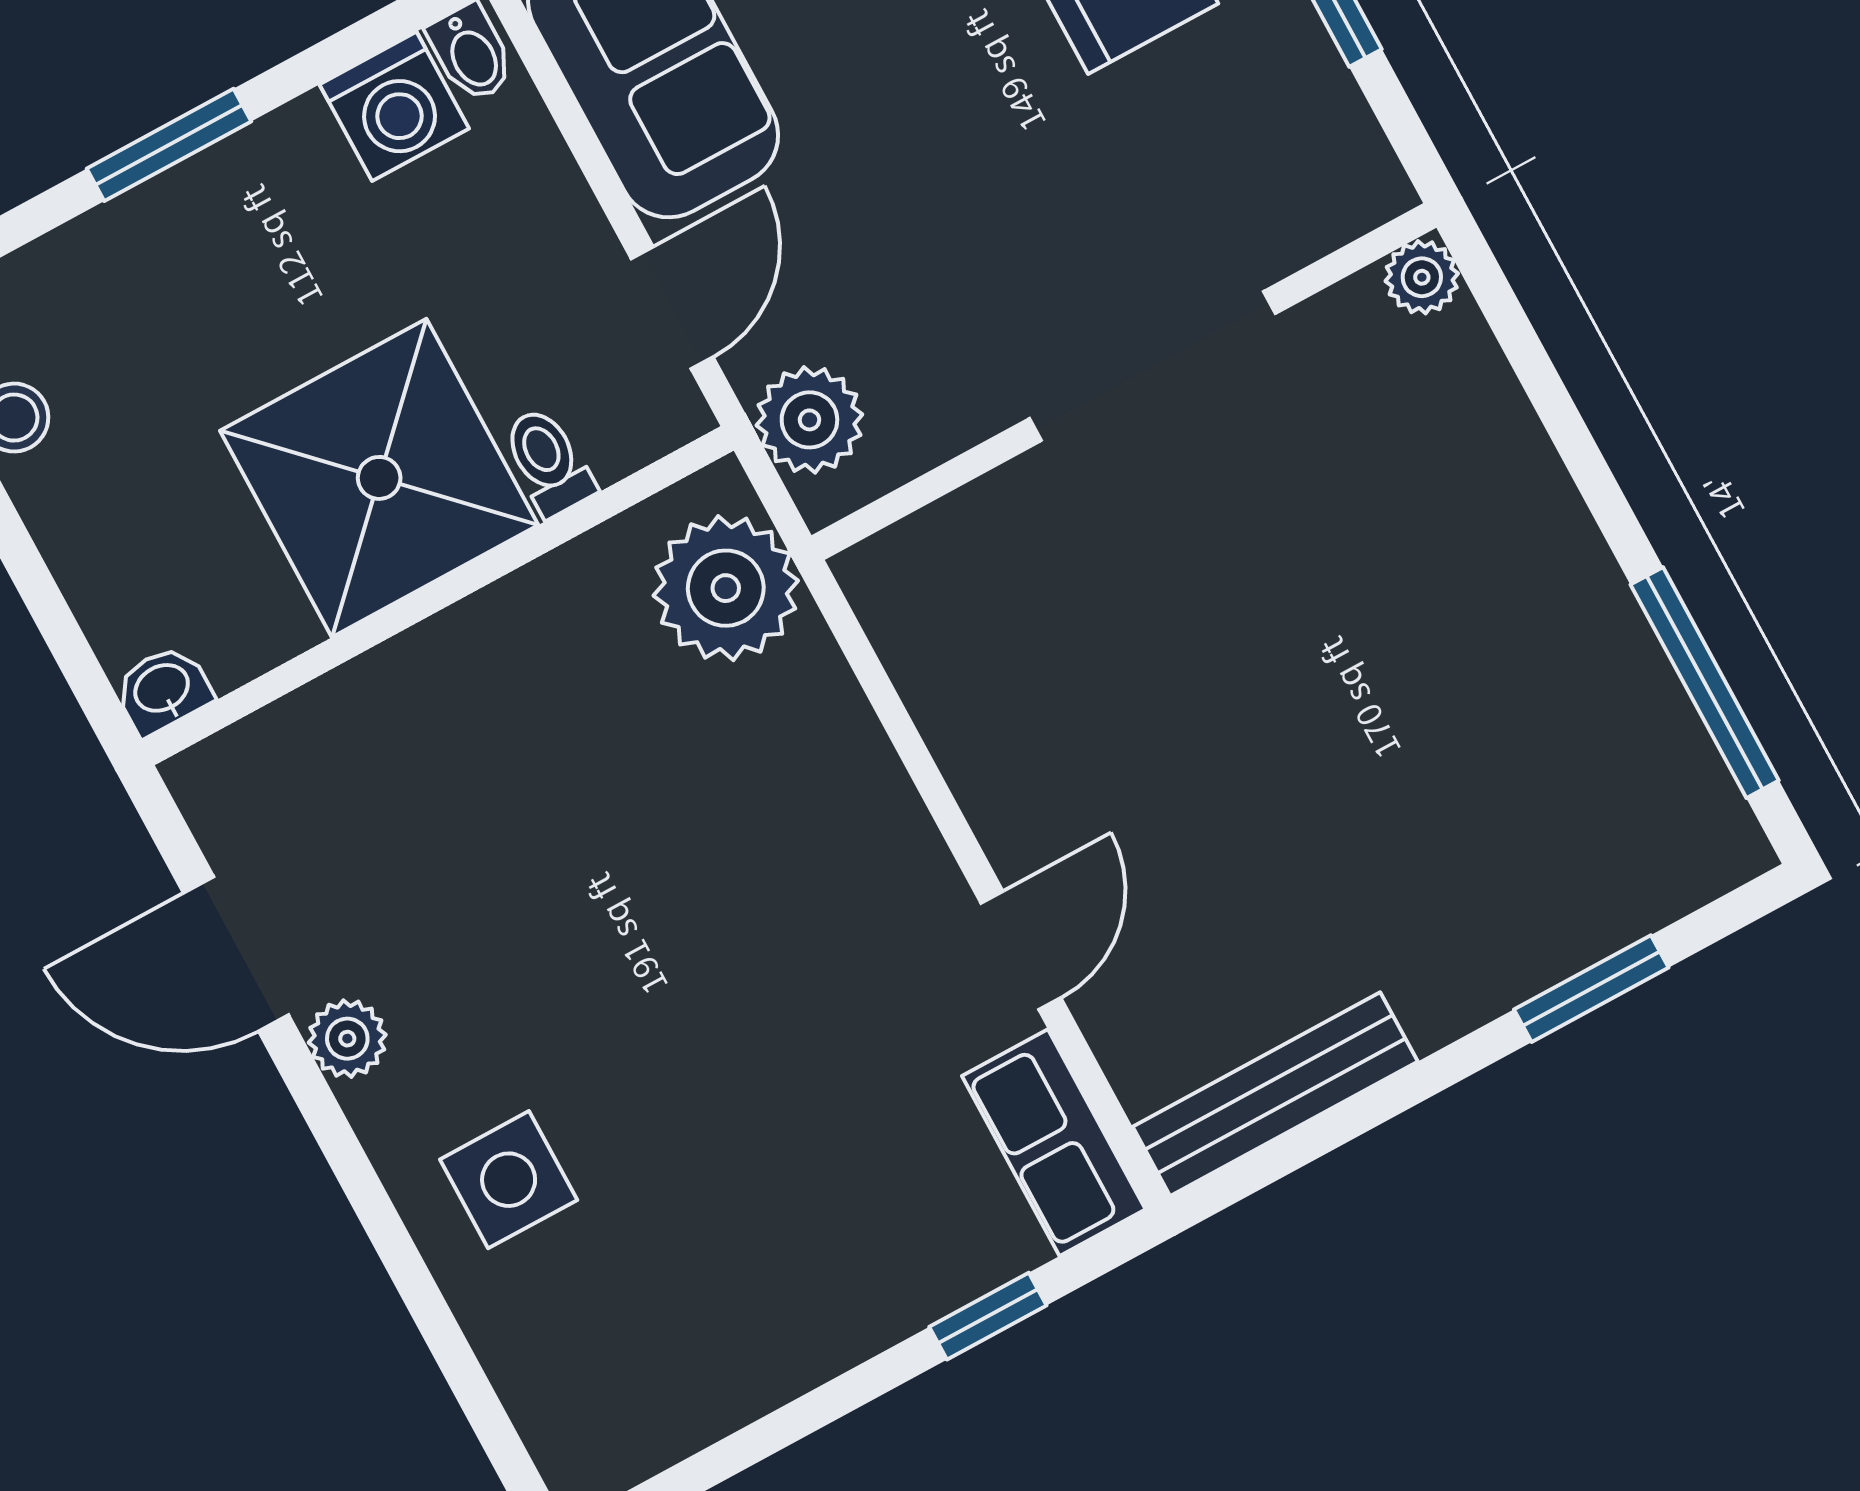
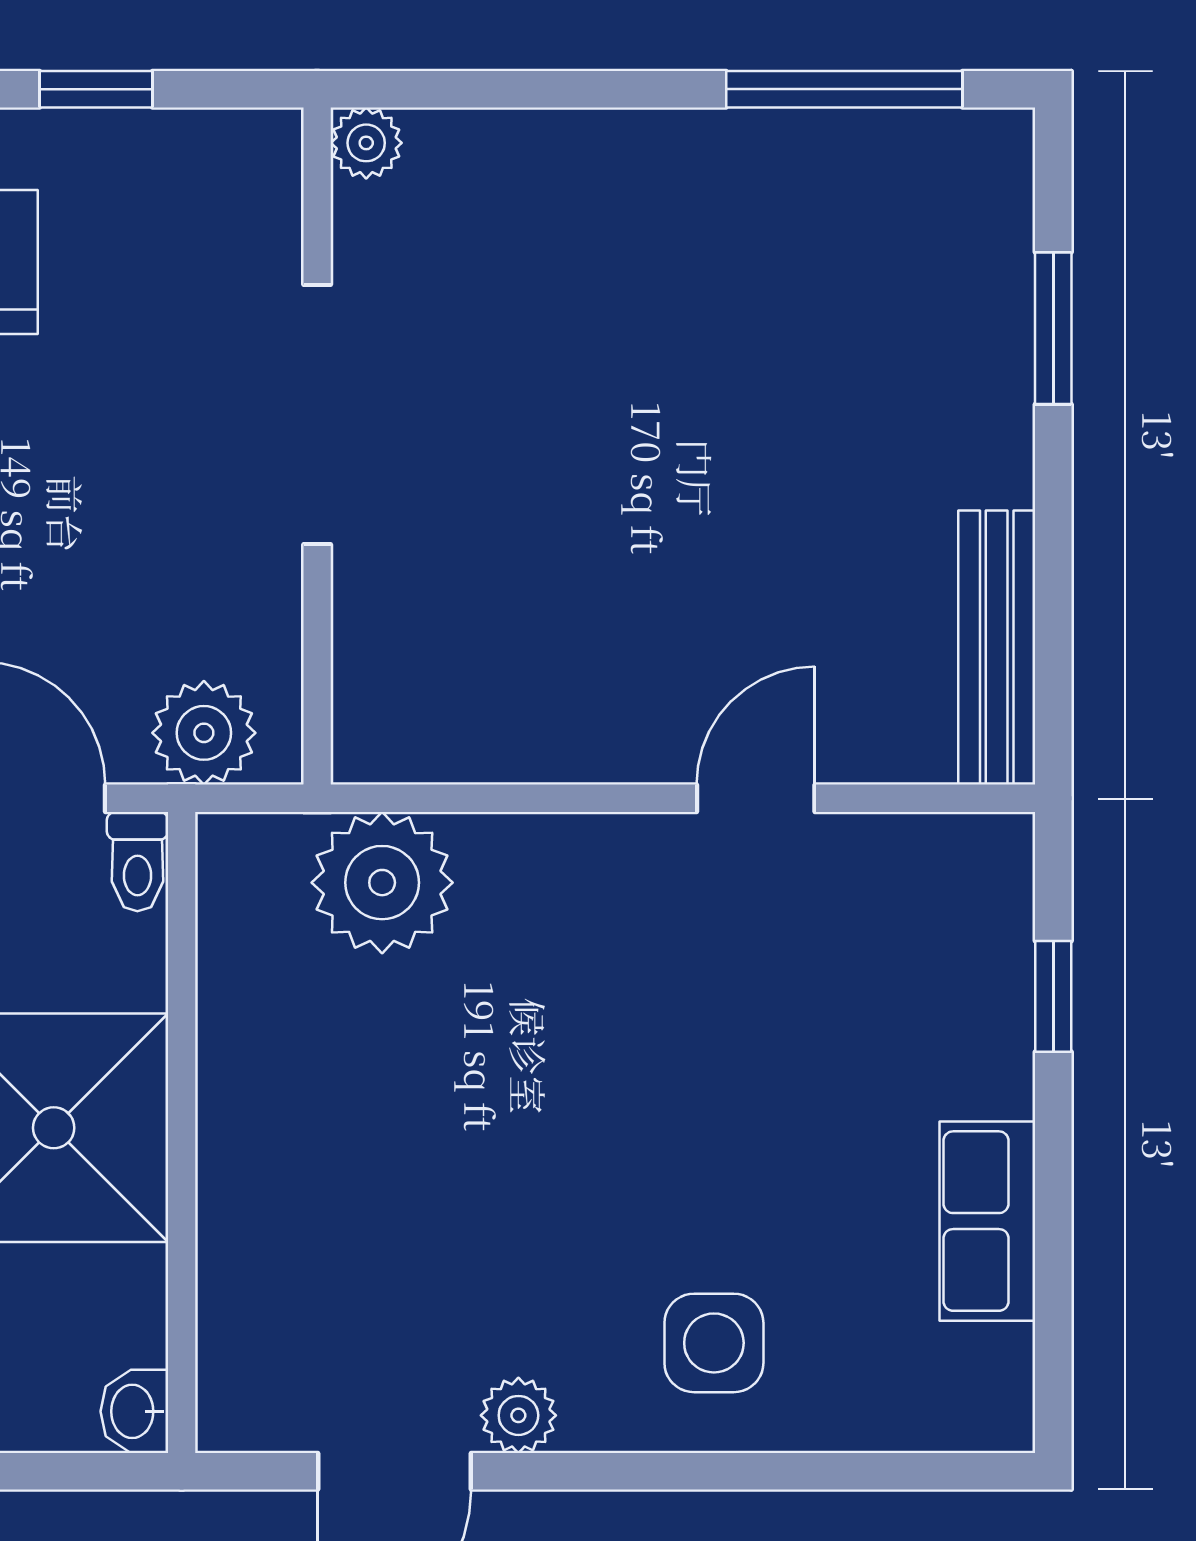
toilet: (548, 462) -> (137, 862), moved, turned -90
plant: (726, 588) -> (382, 883), moved
door: (1021, 950) -> (756, 798), hinge flipped
row of seats: (1054, 1143) -> (987, 1221), moved, turned 90

